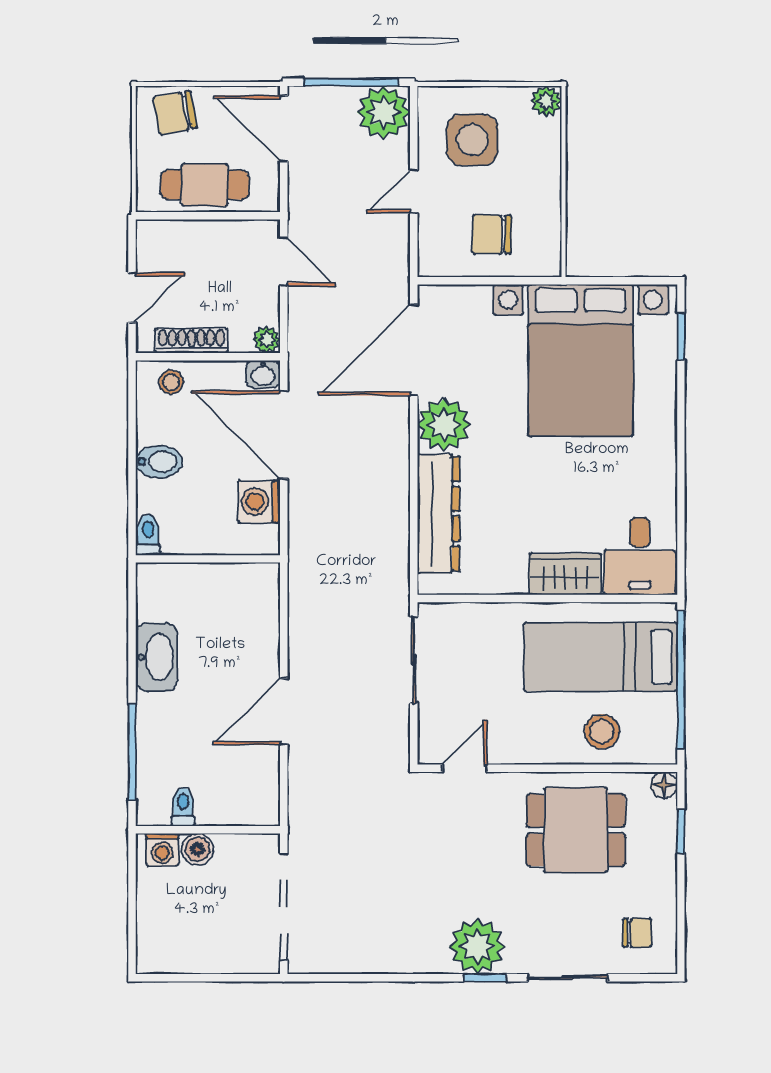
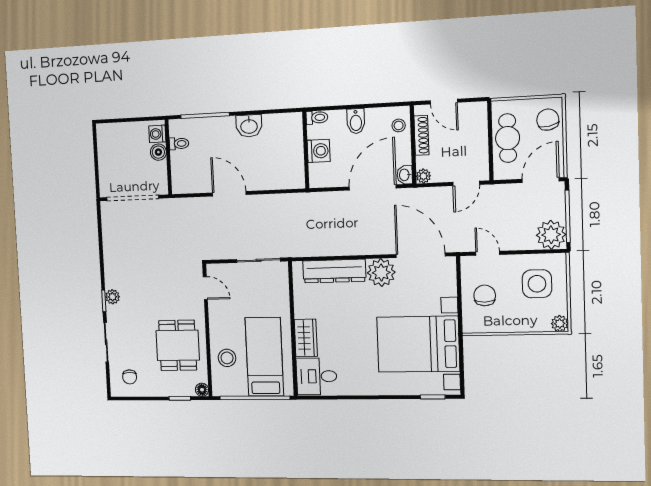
door: (414, 191) -> (488, 253), moved
washing machine: (259, 502) -> (319, 151), moved, turned 90
washbasin: (157, 657) -> (249, 126), width x0.72
plant: (477, 946) -> (112, 297), width x0.53, depth x0.53

